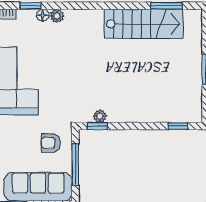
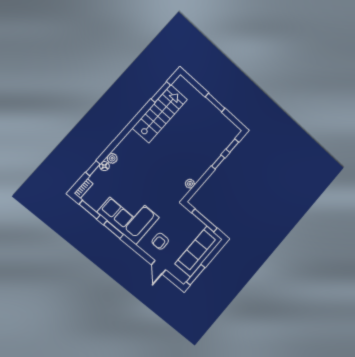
window: (97, 126) -> (218, 162), moved
armchair: (51, 143) -> (160, 241), moved

